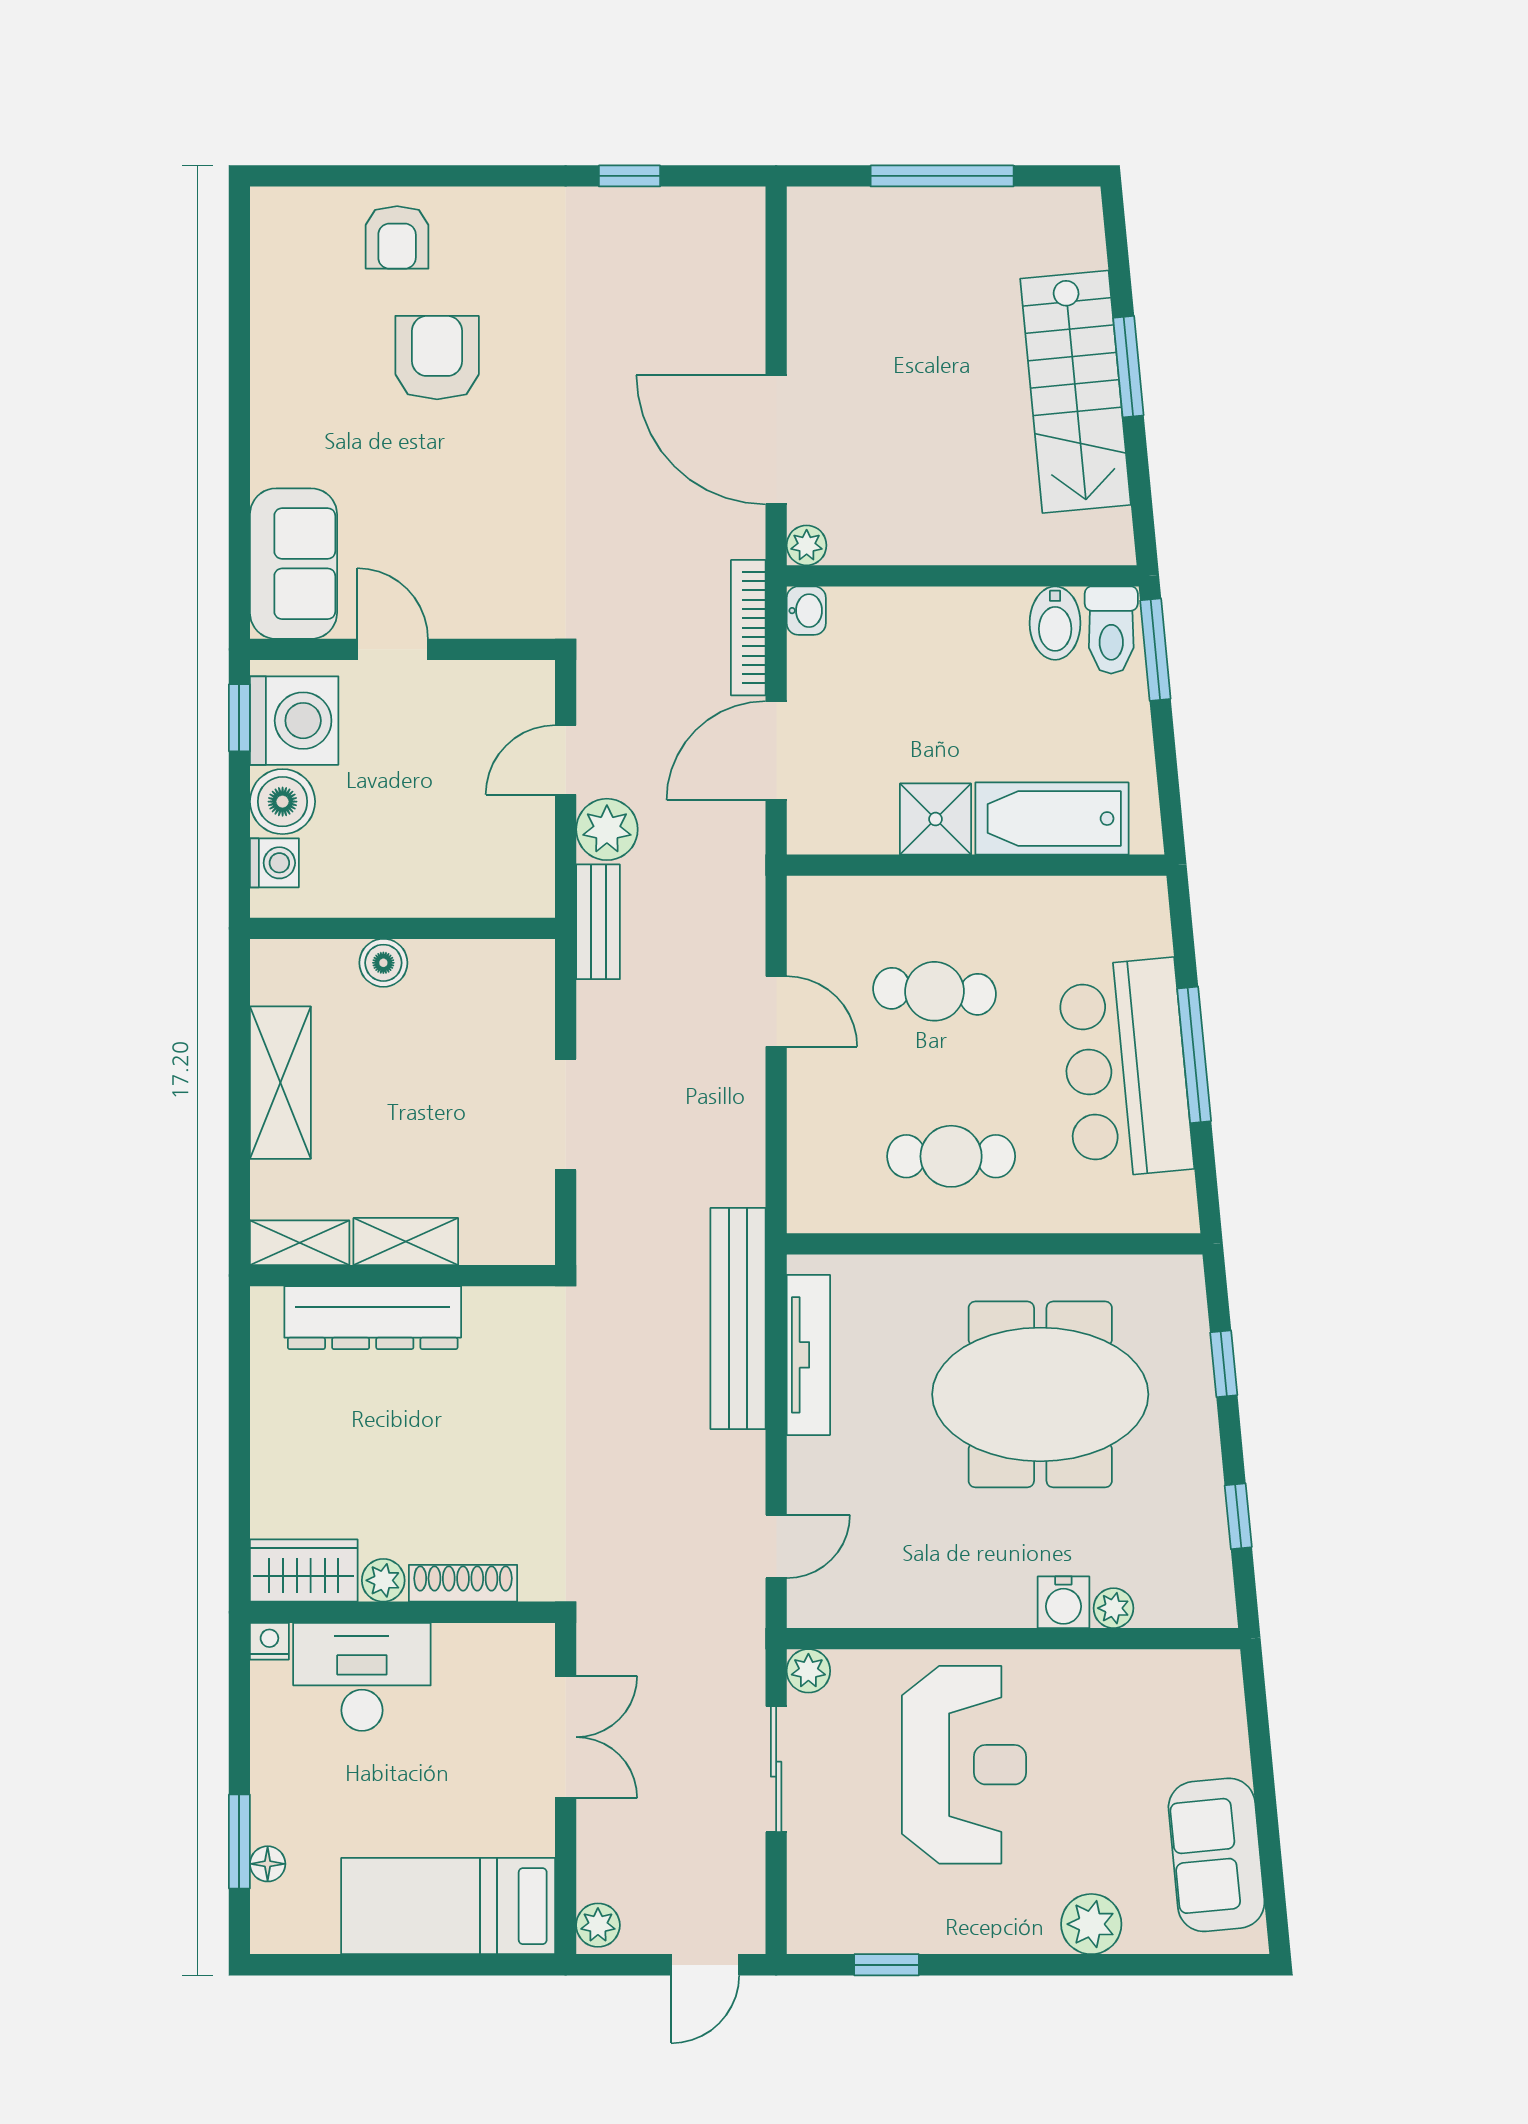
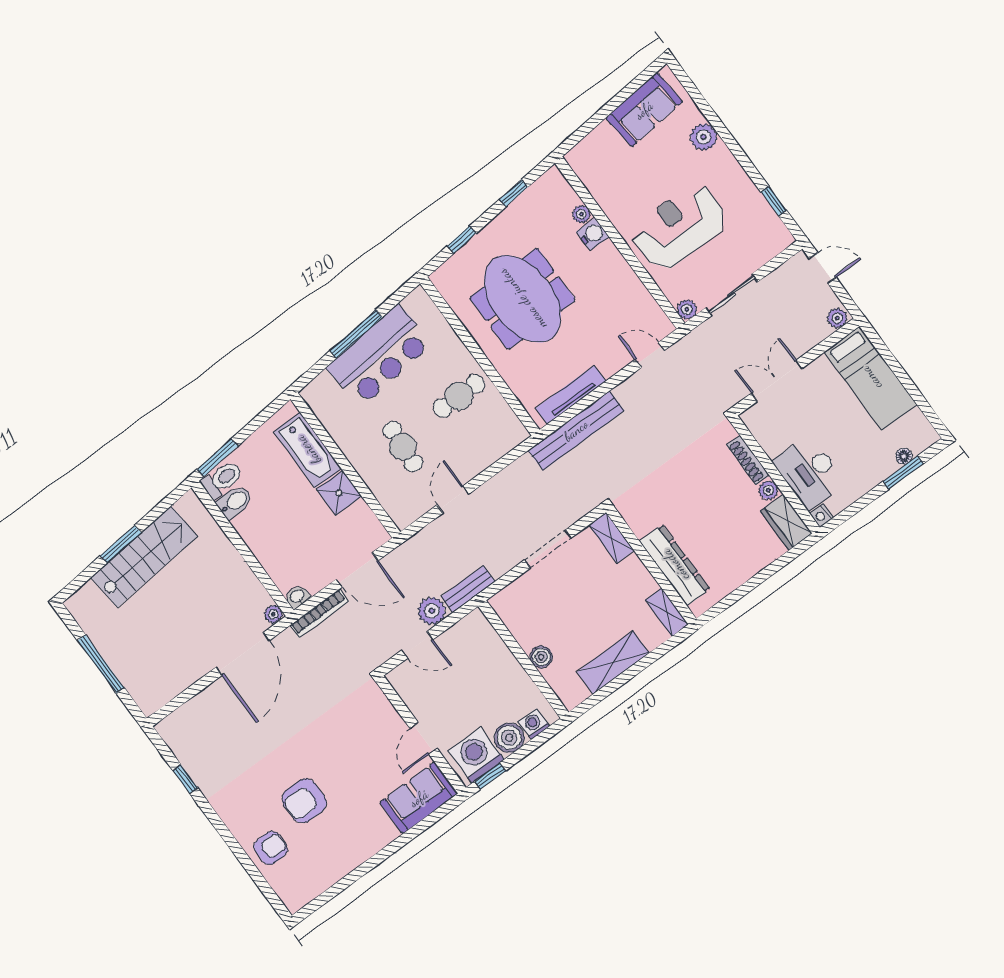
cafe table: (951, 1156) -> (459, 396), turned 90
shelving: (406, 1241) -> (611, 538), moved

